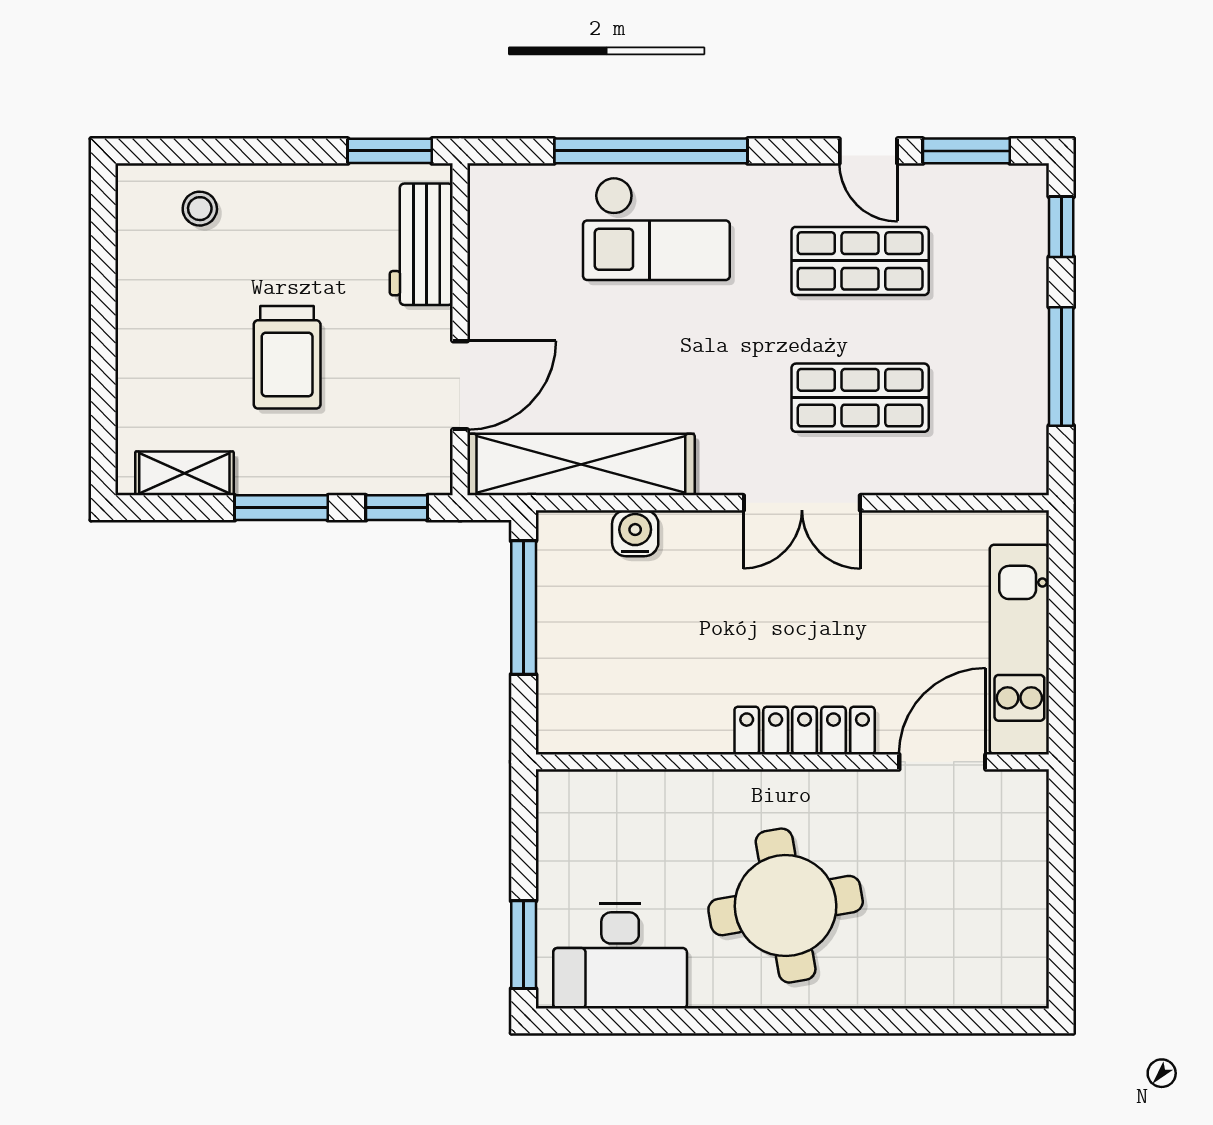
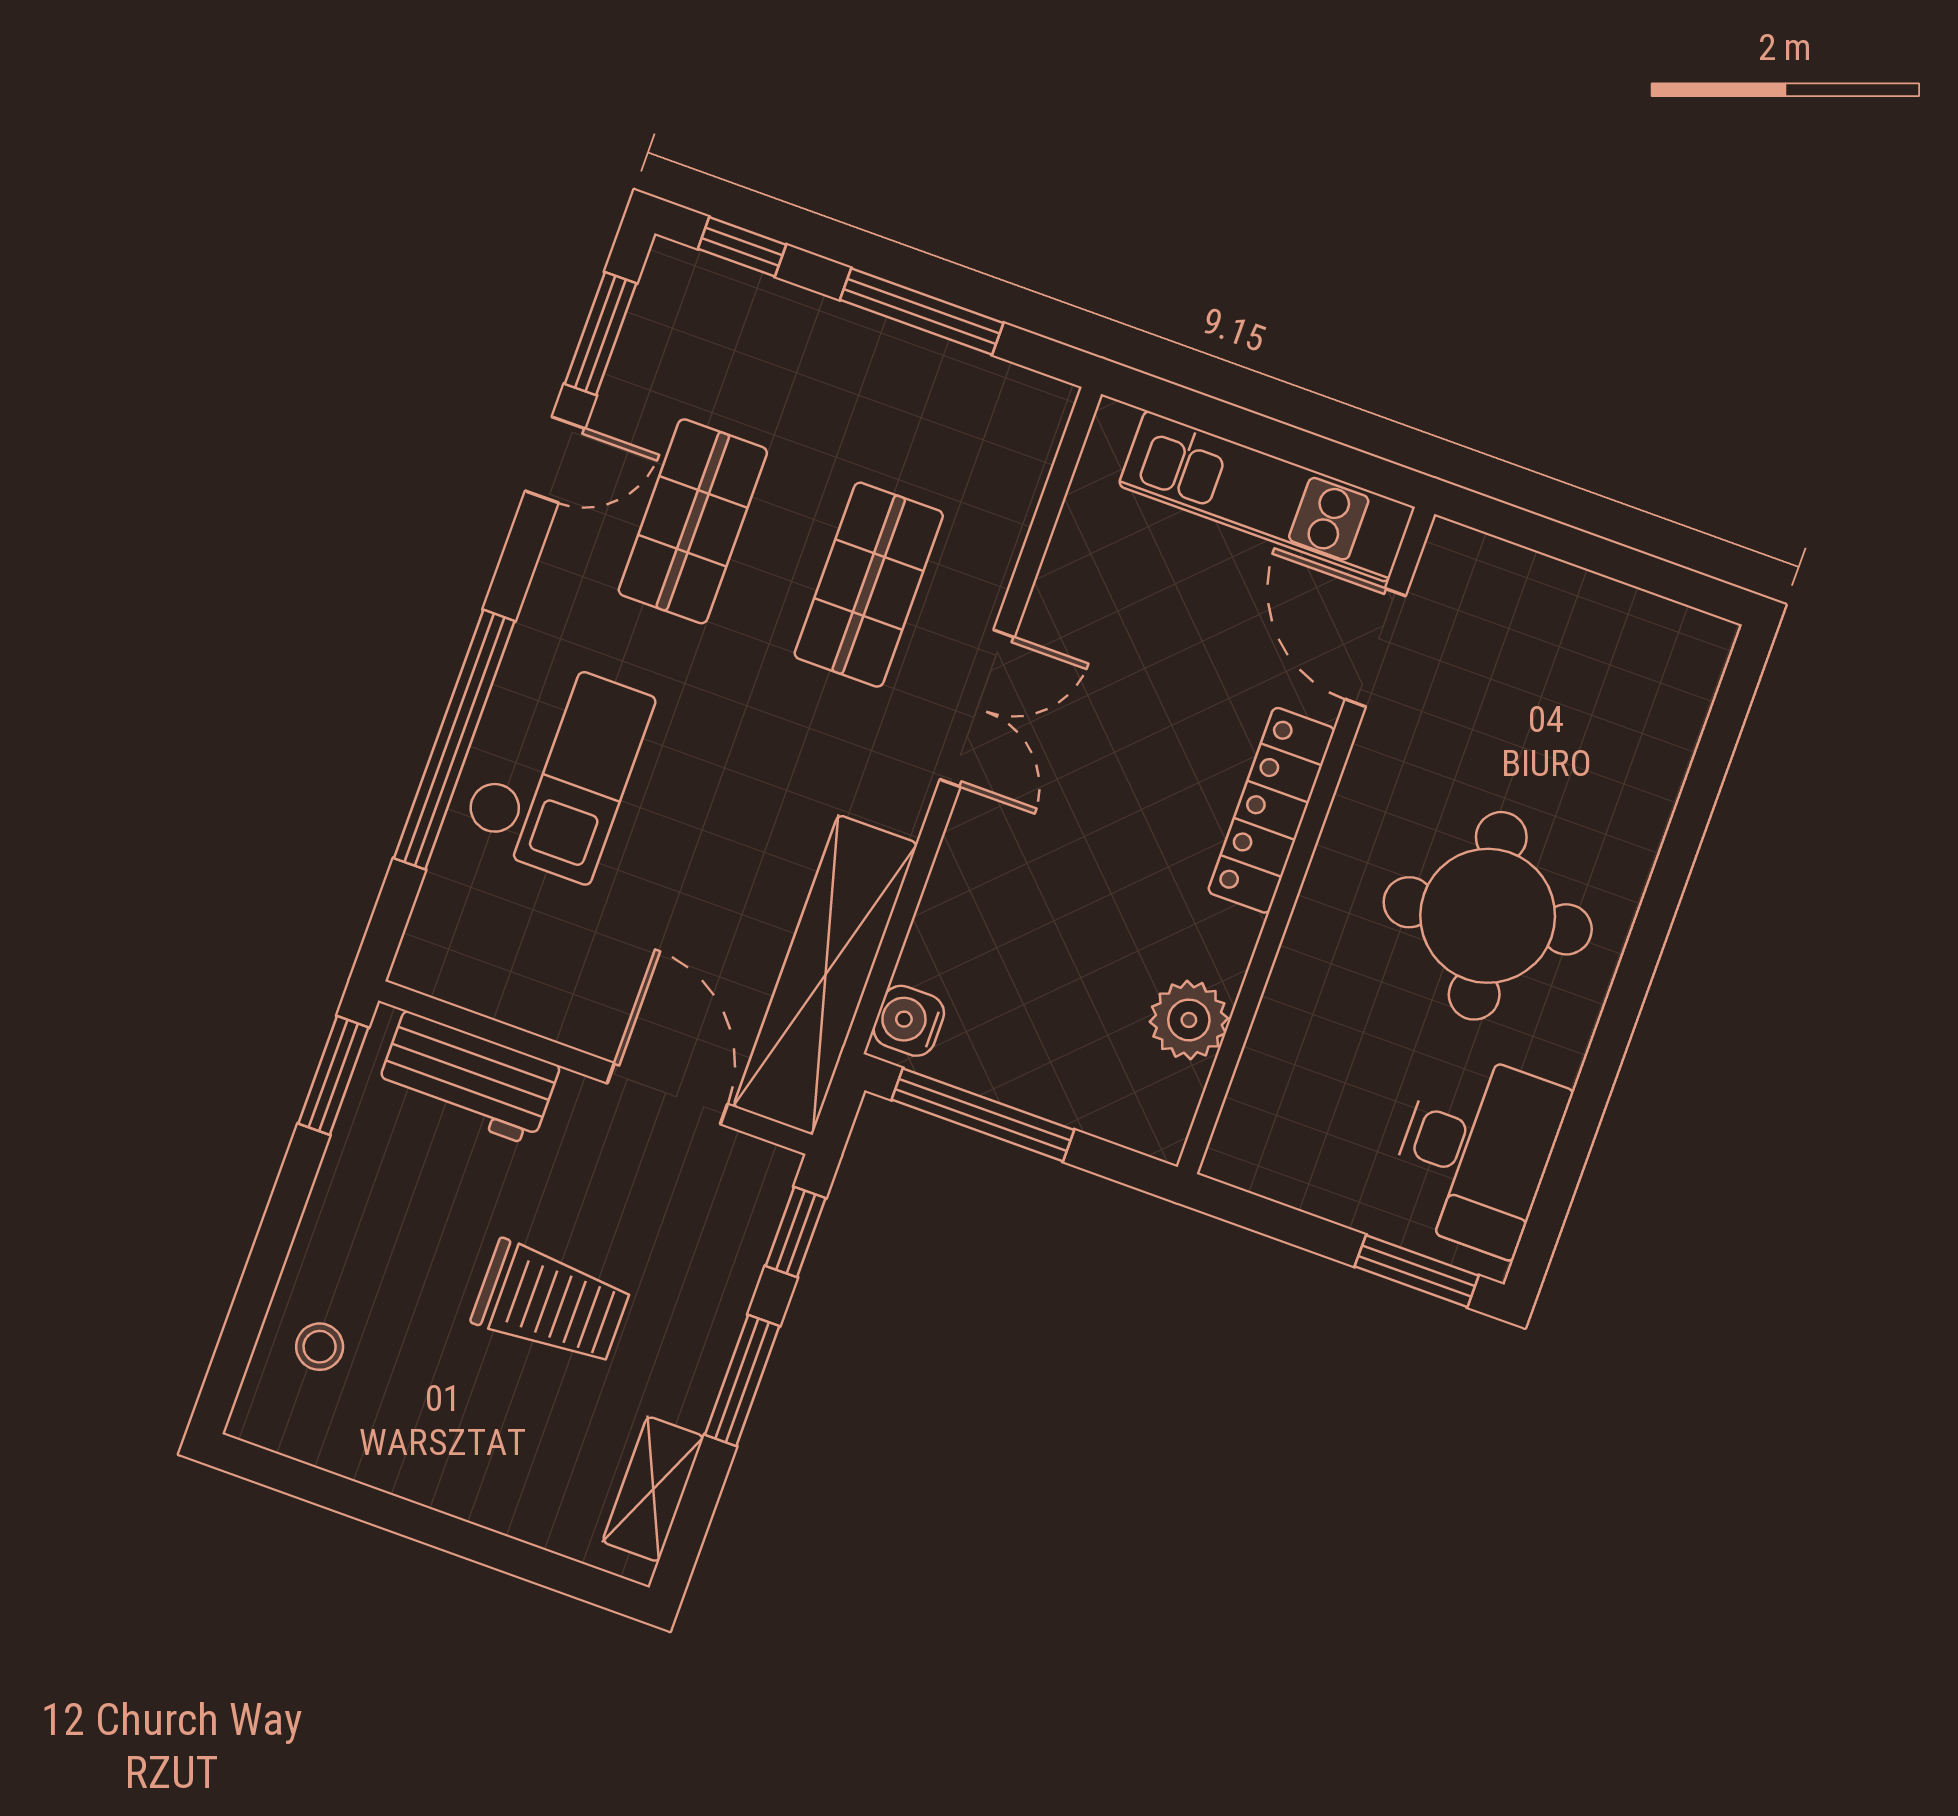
water cooler: (635, 533) -> (909, 1021), moved
plant: (640, 726) -> (1189, 1020), added

